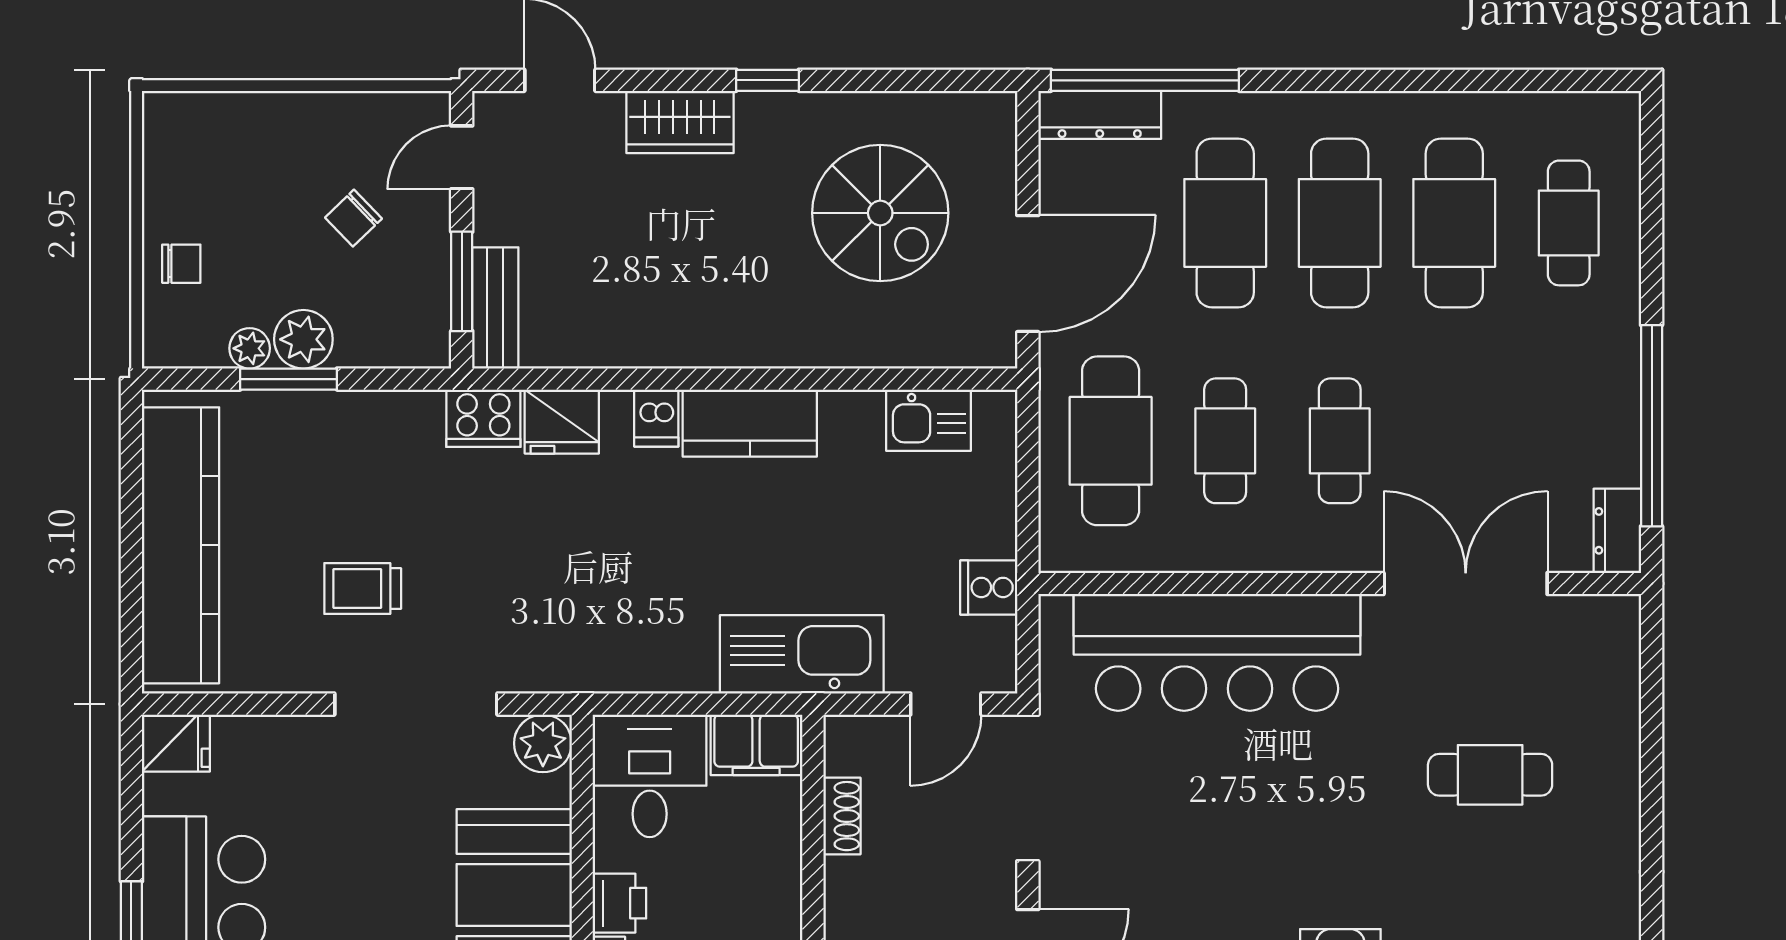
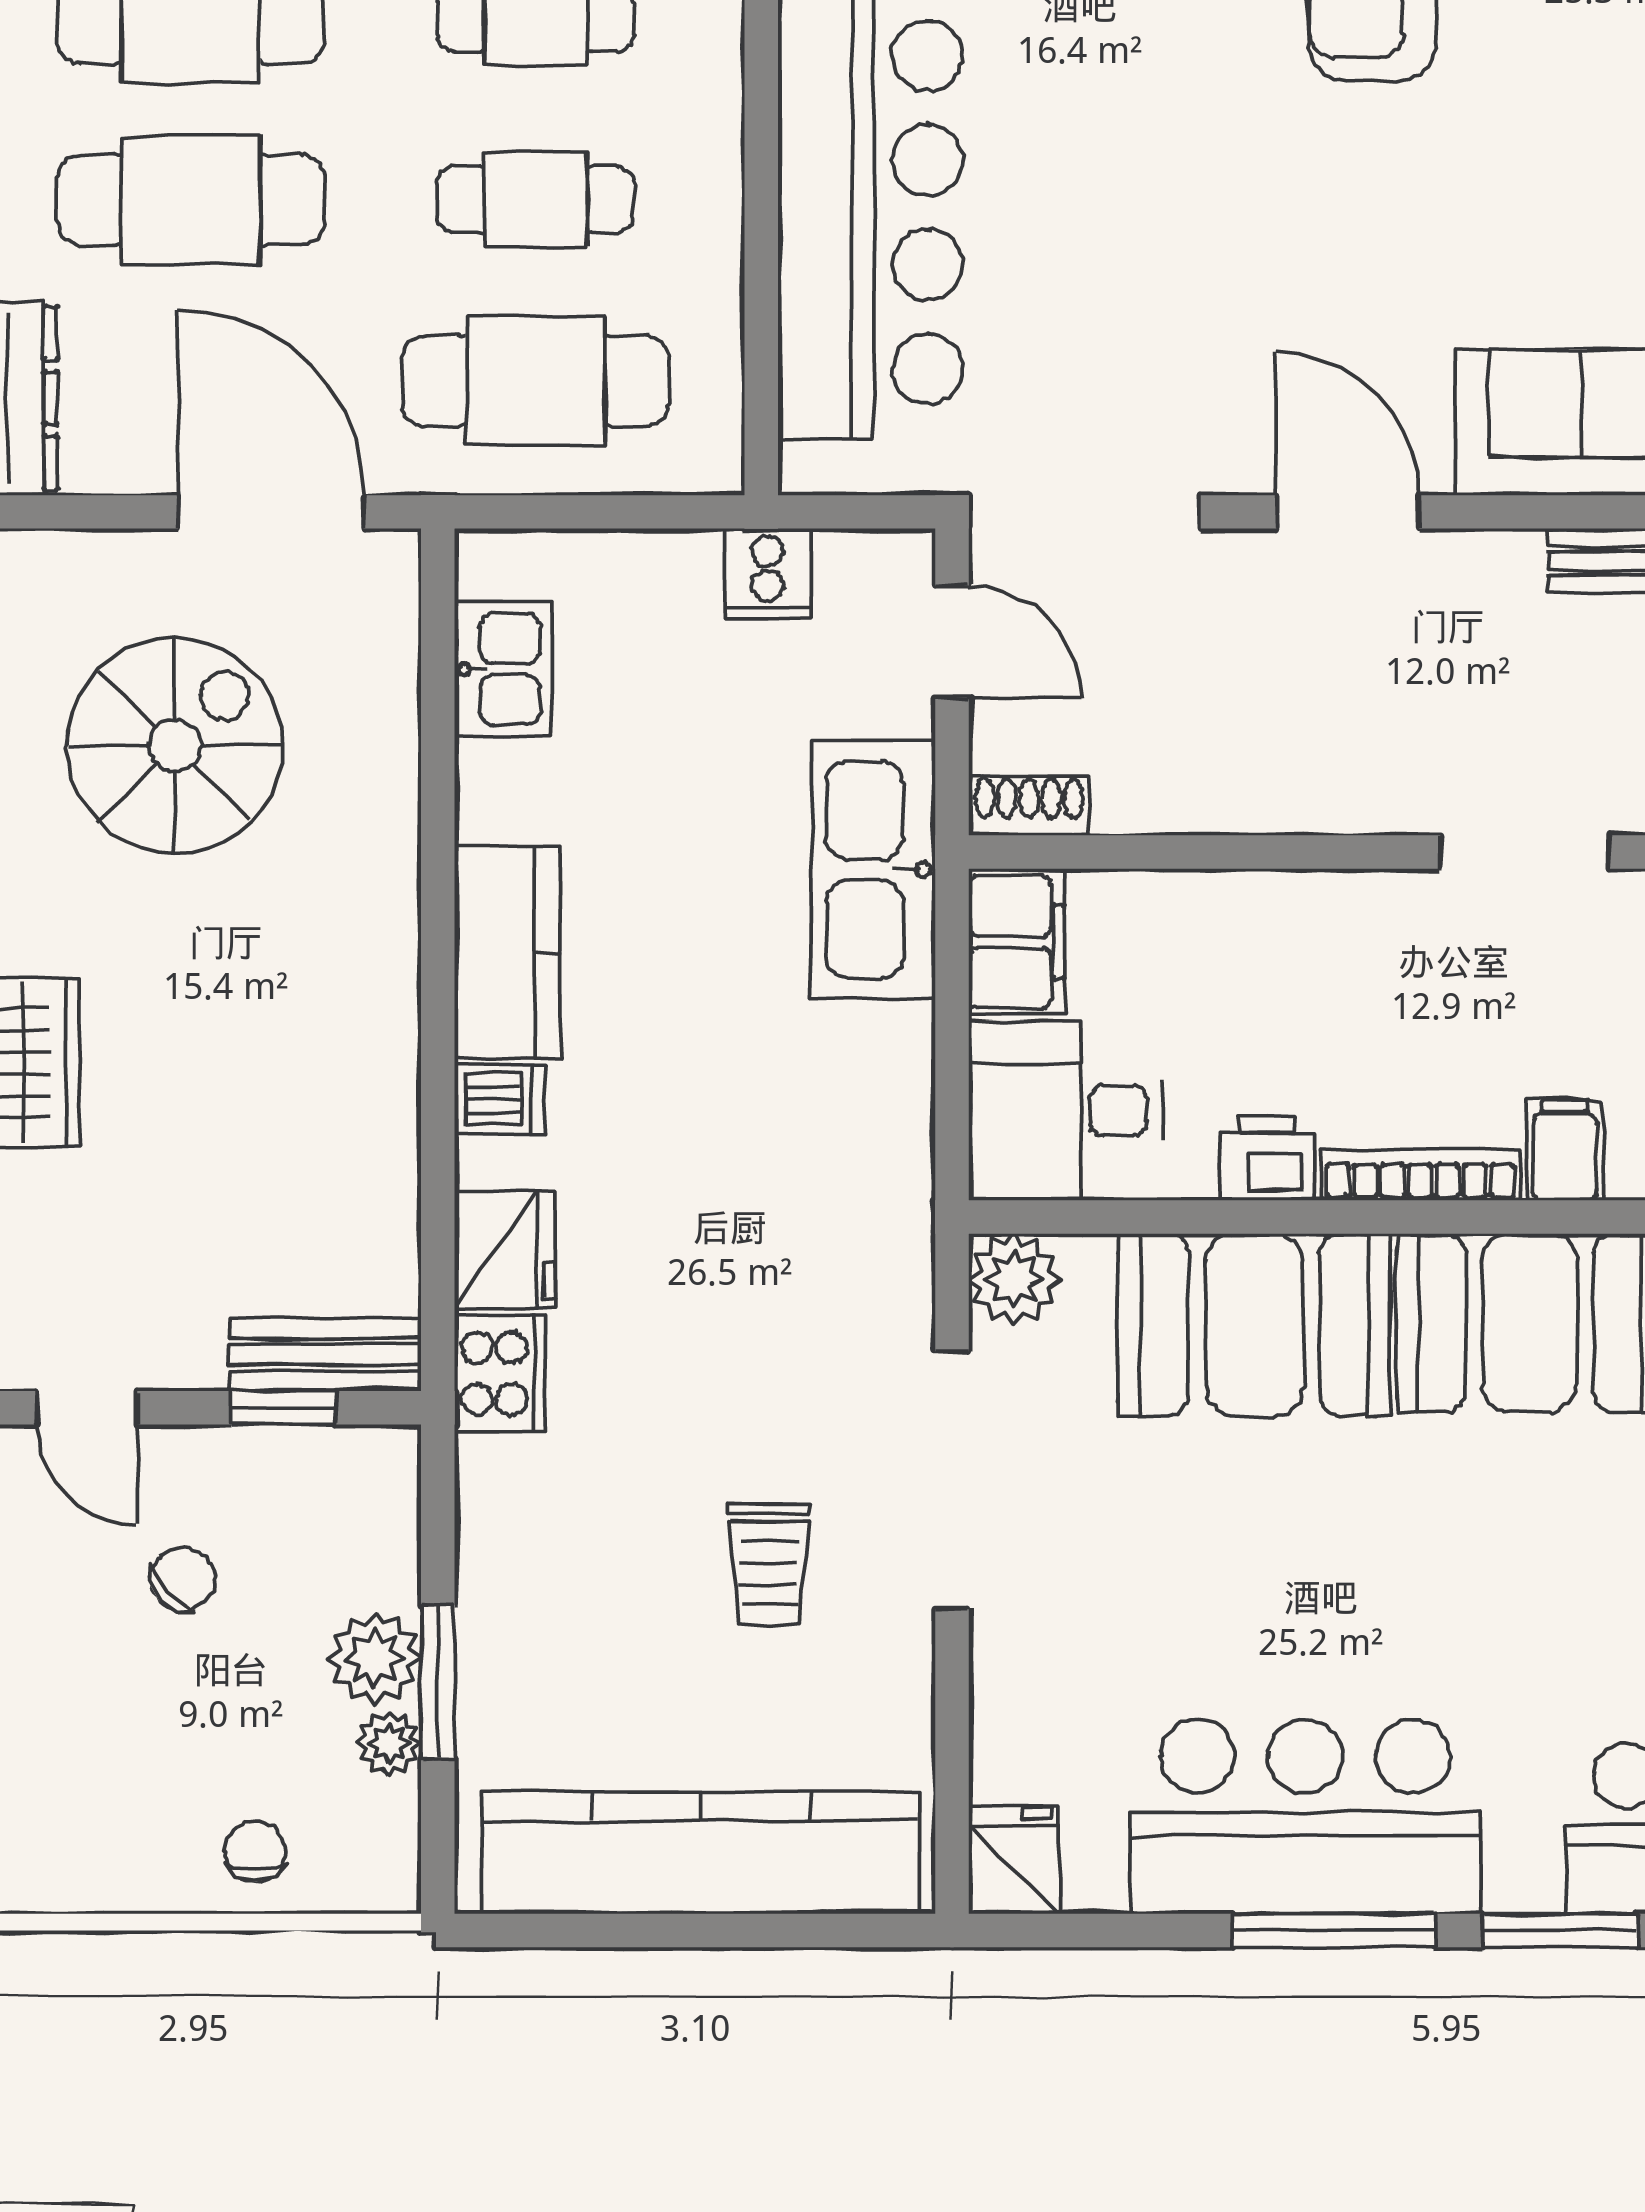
chair: (353, 218) -> (183, 1579), turned -89
window: (462, 281) -> (283, 1408), width x0.67
shoe rack: (842, 816) -> (1029, 806), moved

